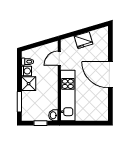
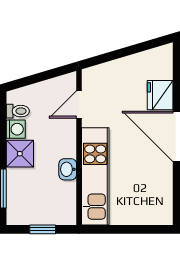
fridge: (83, 40) -> (160, 95), moved, turned 106
washbasin: (53, 115) -> (68, 169), moved

